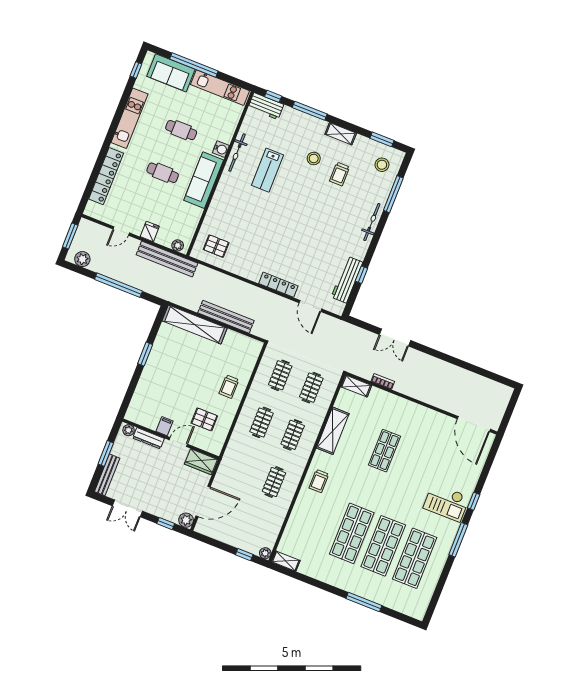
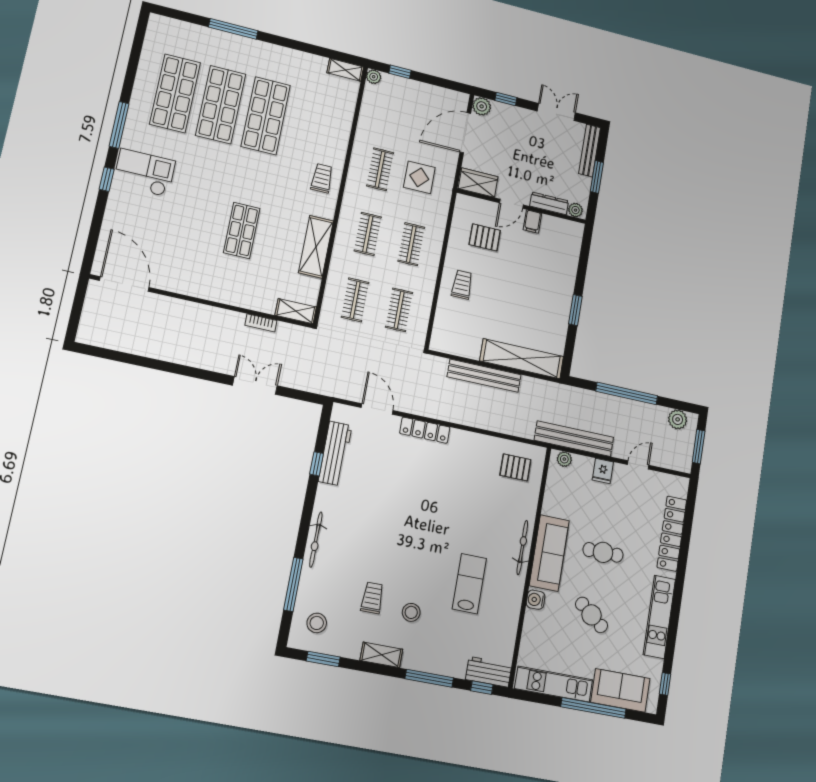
cafe table: (181, 130) -> (592, 615), turned 38
bicycle: (237, 153) -> (522, 548), moved
display table: (245, 472) -> (419, 177), added

